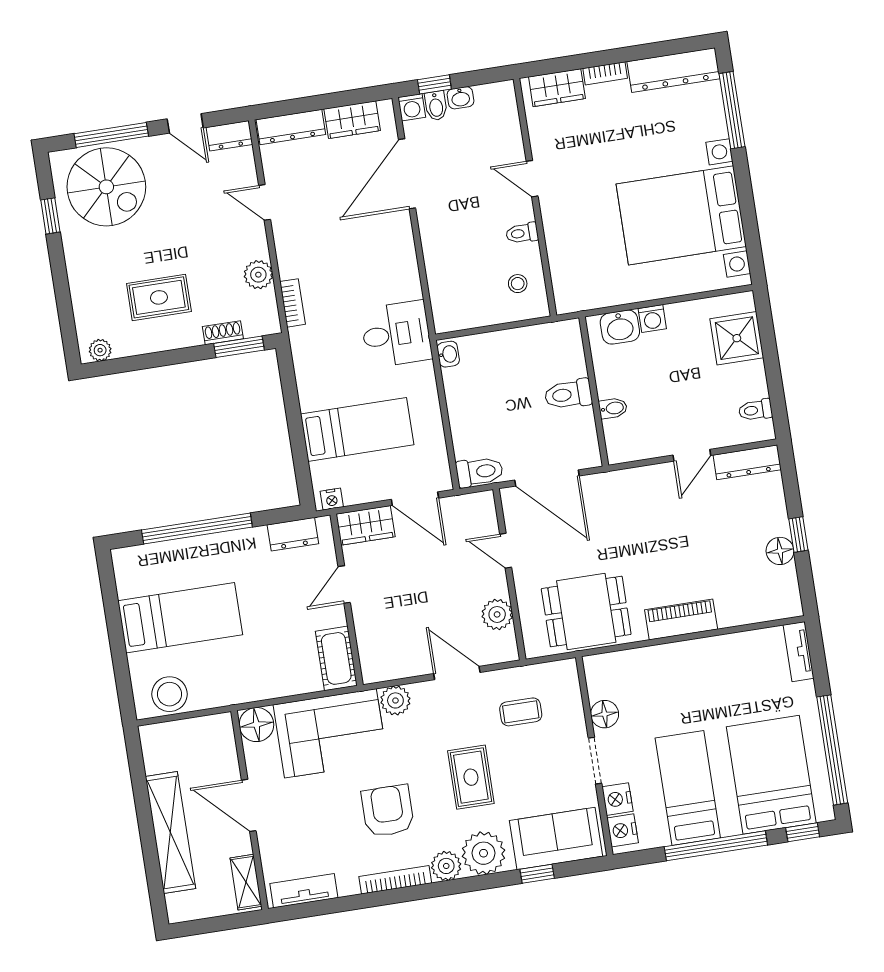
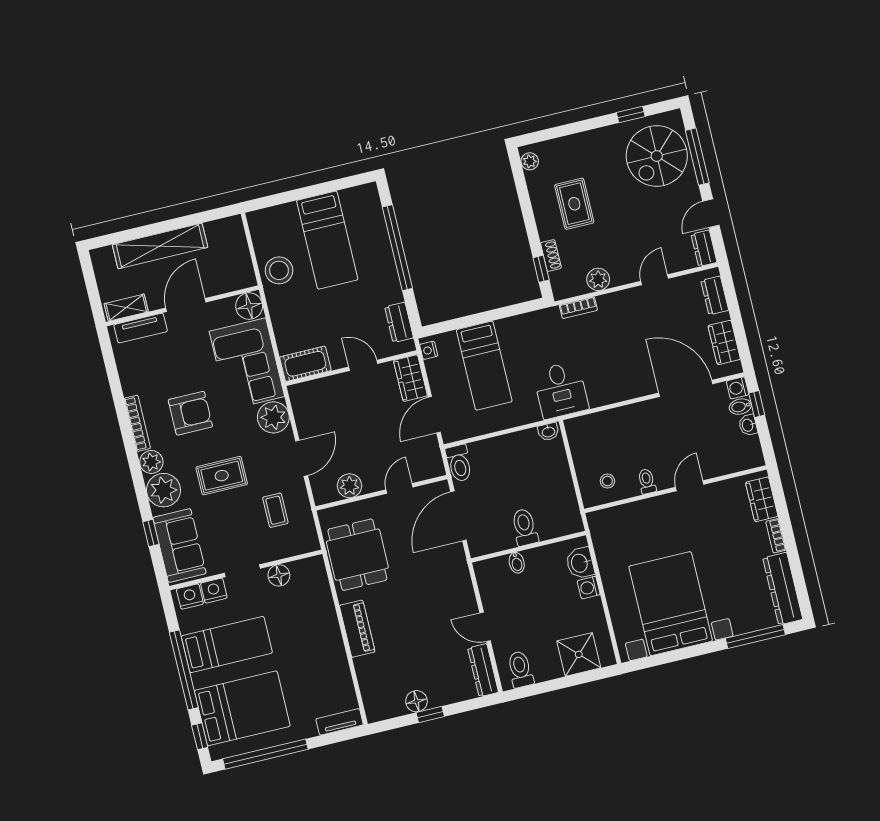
dresser: (291, 127) -> (715, 295), width x0.70
window: (239, 347) -> (541, 269), width x0.67
toilet: (755, 410) -> (520, 669), width x1.37, depth x1.39
stool: (169, 694) -> (279, 270), moved
plant: (395, 700) -> (273, 417), width x1.36, depth x1.36
tv unit: (304, 891) -> (141, 328), moved, turned 90

